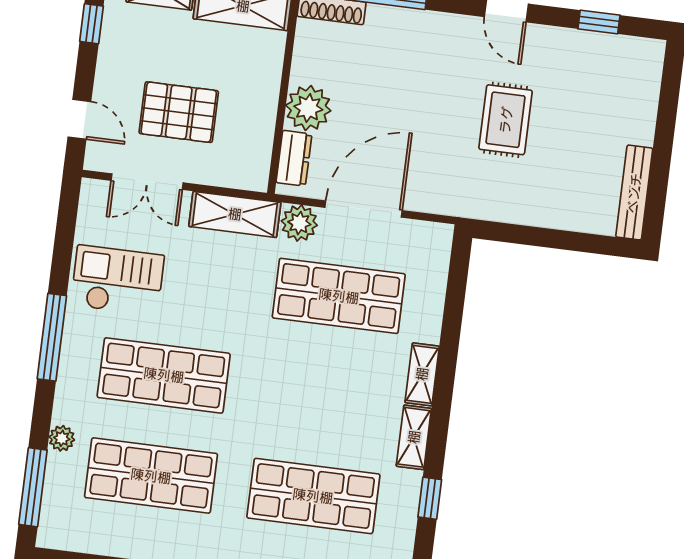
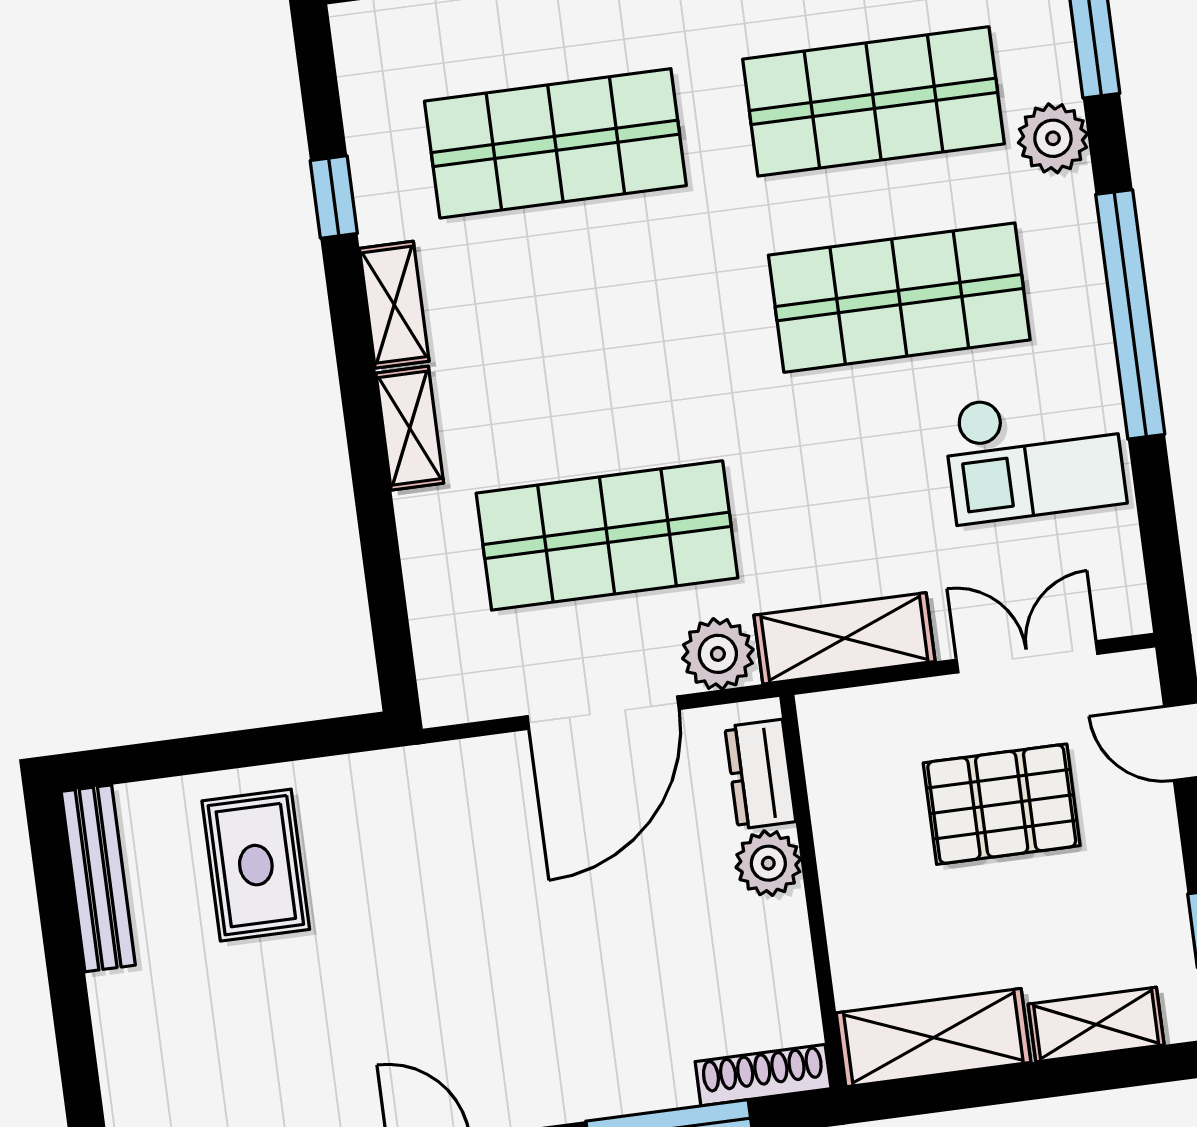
plant: (308, 108) -> (768, 863), width x0.73, depth x0.73
rug: (506, 120) -> (256, 865), moved
window: (52, 337) -> (1130, 314), width x1.46
plant: (62, 438) -> (1053, 138), width x1.38, depth x1.38

